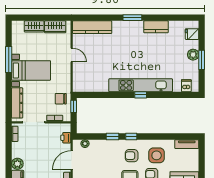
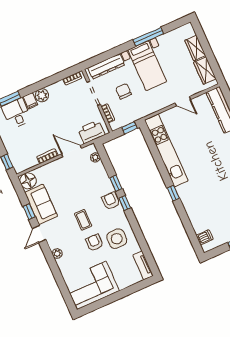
door: (72, 55) -> (183, 101), hinge flipped
kitchen unit: (141, 85) -> (166, 150), moved
chair: (61, 99) -> (123, 91), moved
printer: (66, 138) -> (91, 132), width x1.87, depth x1.48
armchair: (132, 156) -> (111, 201), moved

